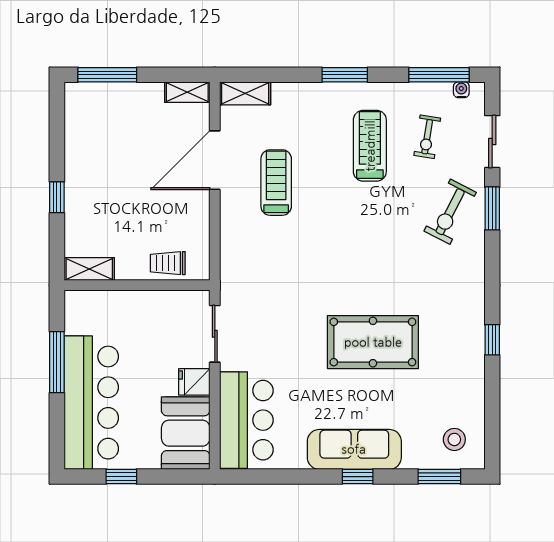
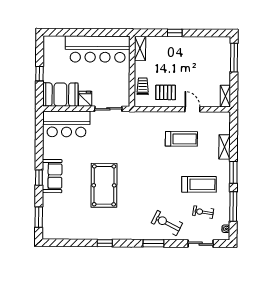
window: (439, 75) -> (233, 206), moved
shelving: (245, 93) -> (225, 147), moved
door: (215, 160) -> (192, 109), width x0.53
window: (492, 208) -> (153, 243), moved
pallet: (180, 216) -> (166, 92), added
window: (57, 362) -> (95, 32), removed
bar counter: (91, 403) -> (98, 49), moved
stool: (454, 439) -> (57, 224), removed
sofa: (354, 449) -> (52, 176), width x0.73
window: (121, 477) -> (40, 74), moved

